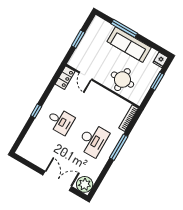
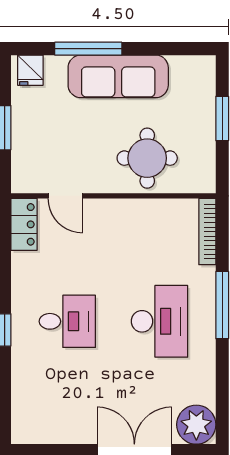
fridge: (161, 60) -> (30, 70), moved

